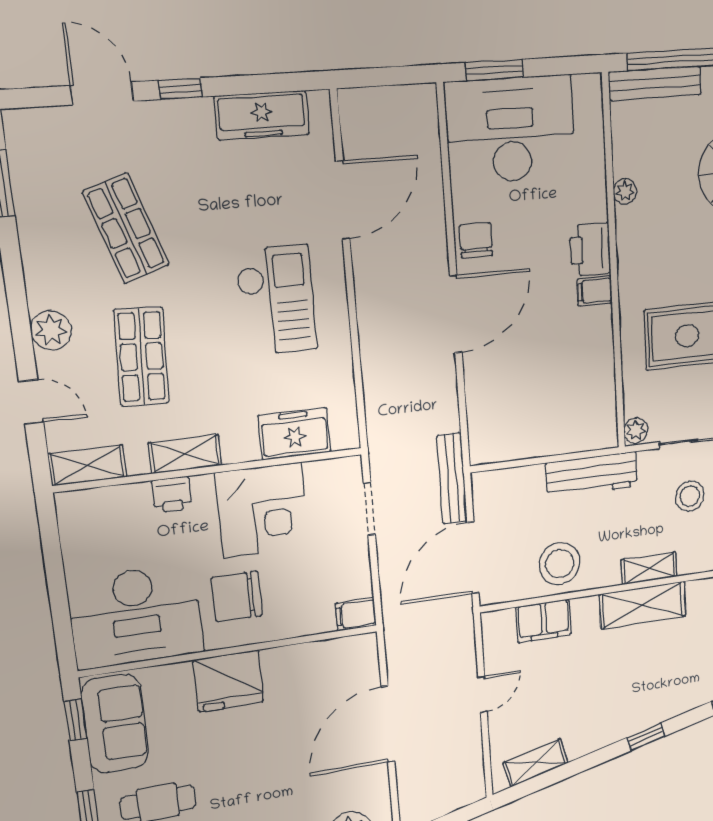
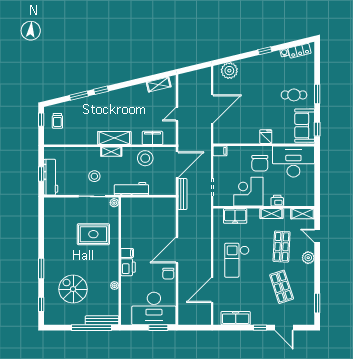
chair: (237, 597) -> (260, 163), turned 90
fridge: (228, 681) -> (266, 137), width x0.53, depth x0.75
window: (646, 737) -> (101, 90), moved

